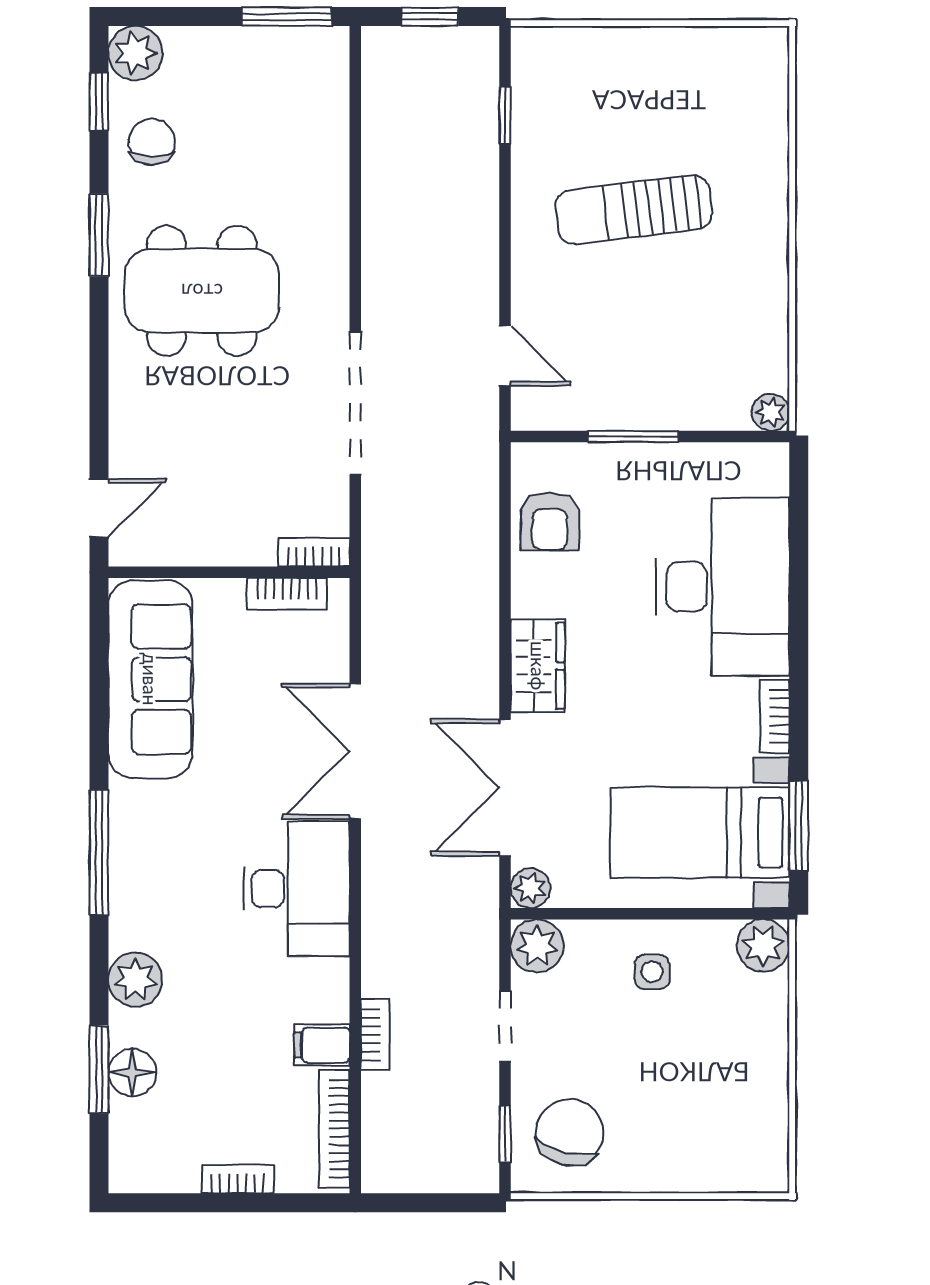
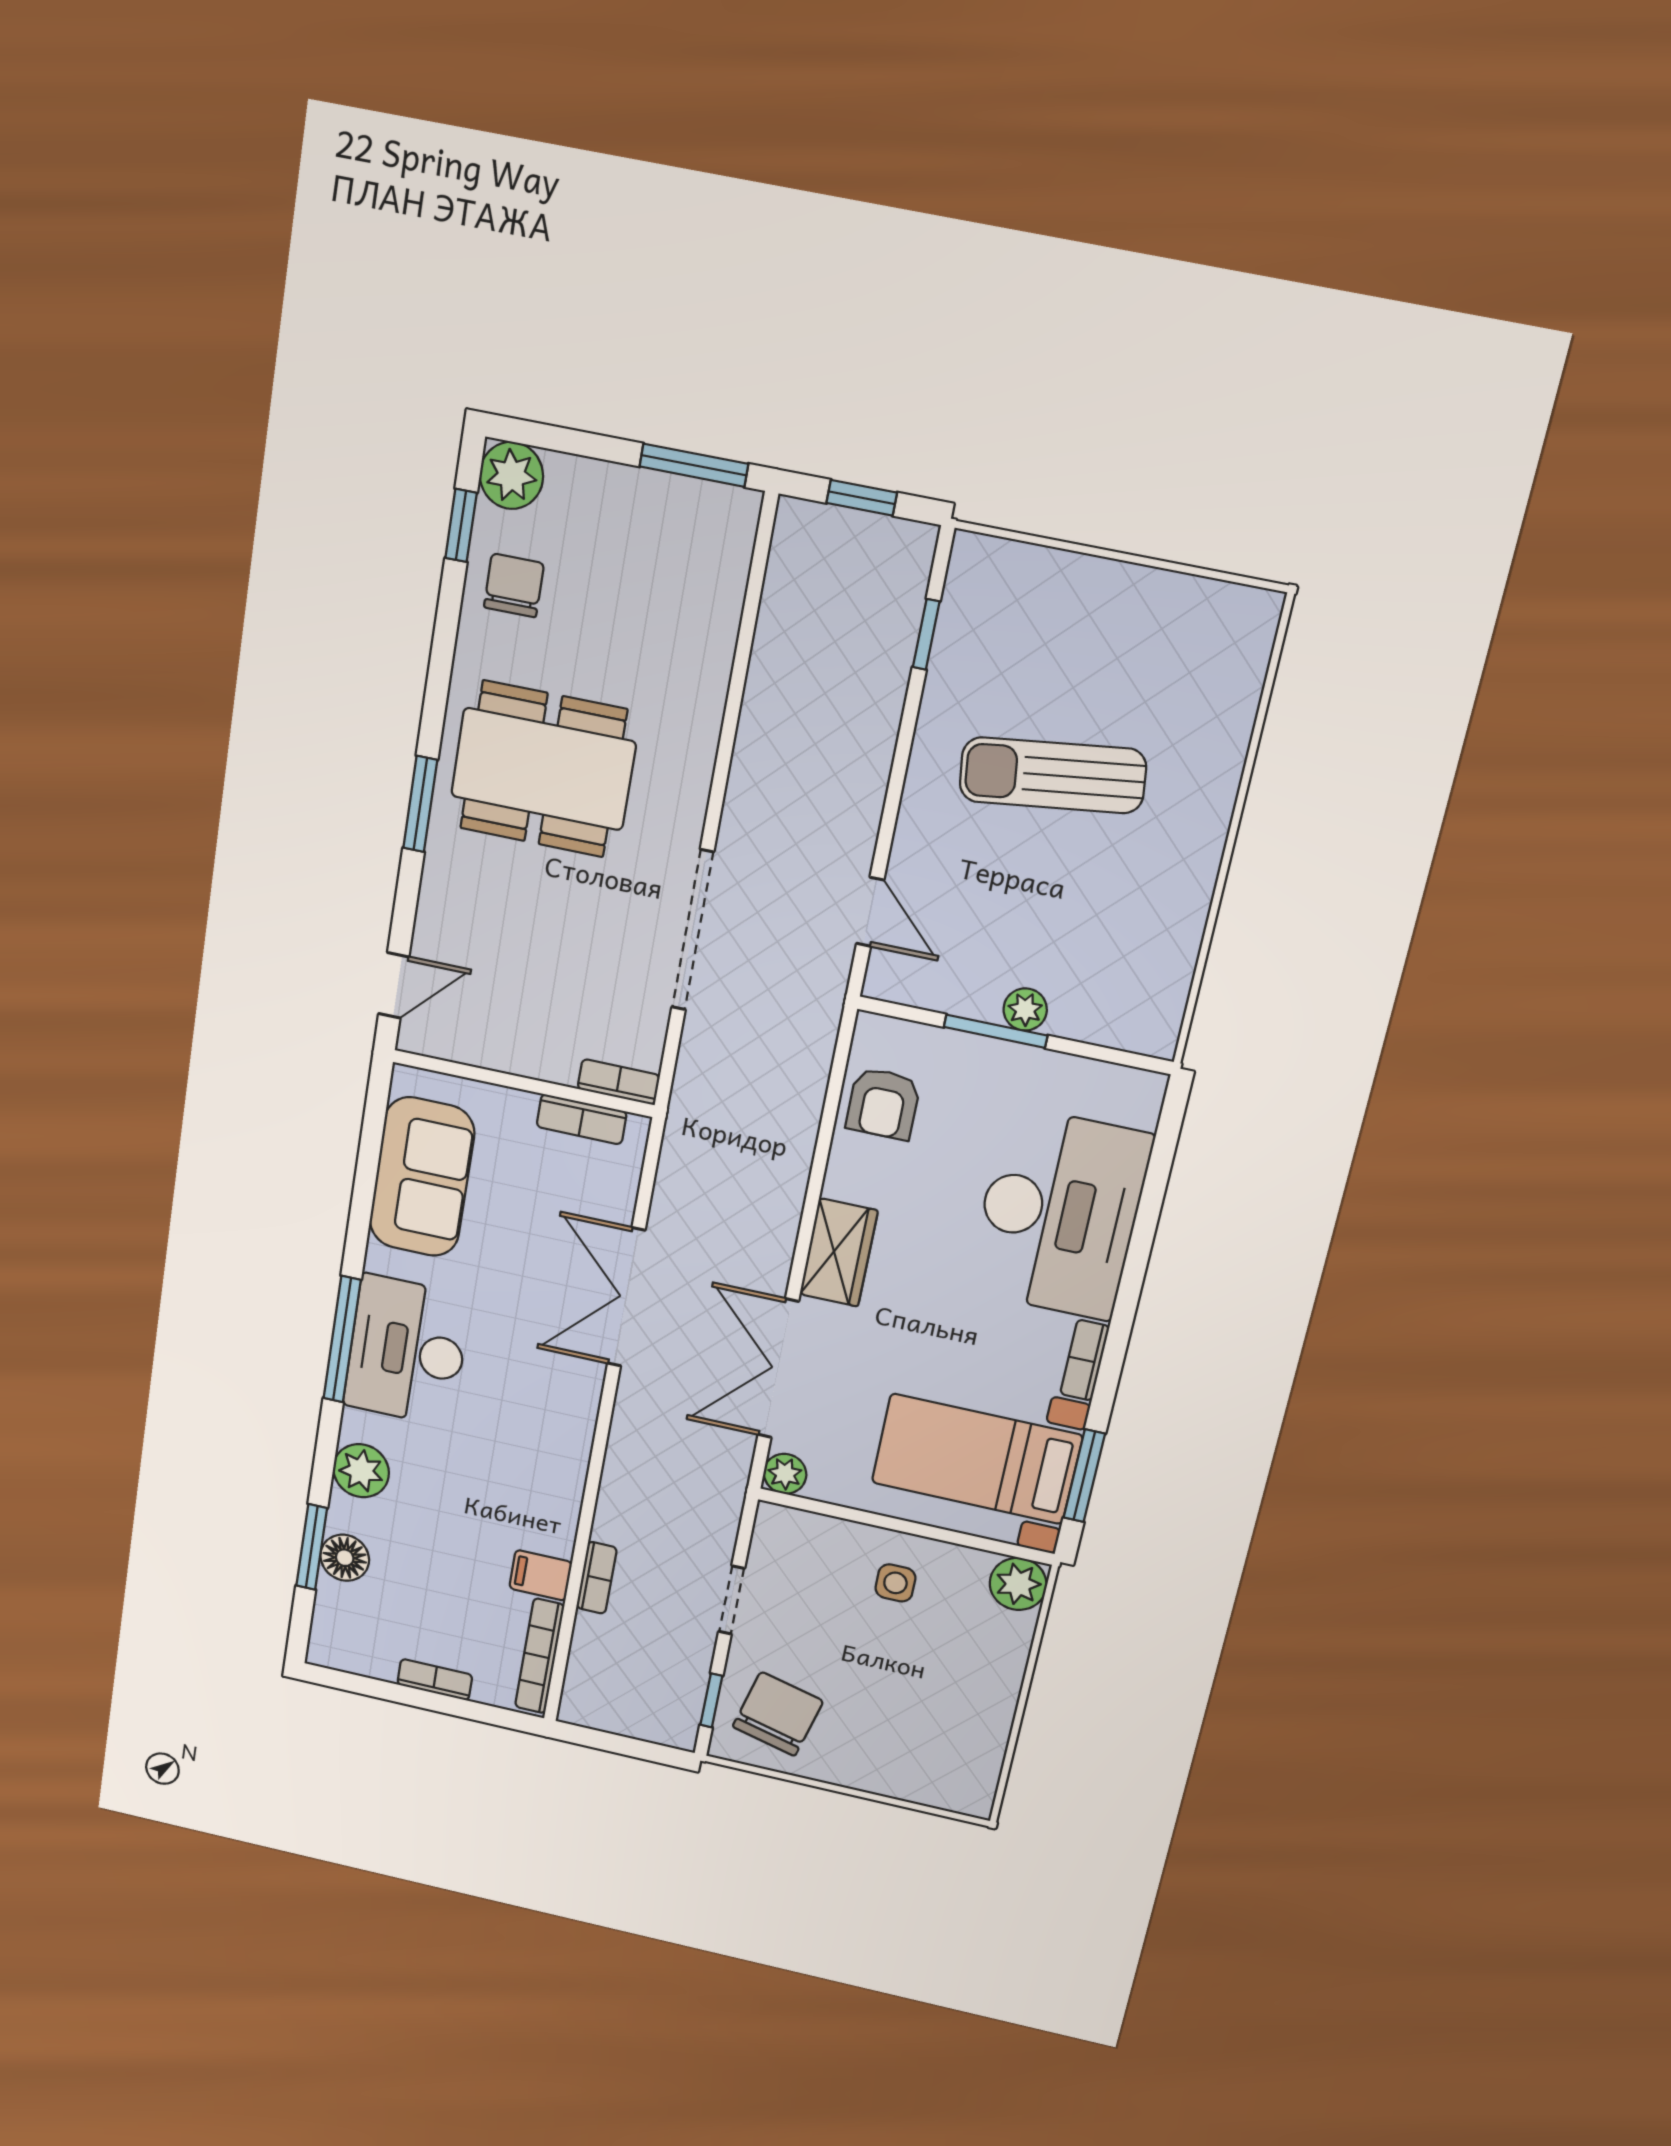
window: (99, 235) -> (420, 804), moved
plant: (771, 412) -> (1025, 1009), moved
sofa: (150, 679) -> (422, 1177), width x0.73
desk: (297, 889) -> (407, 1351), moved, turned 180
plant: (537, 946) -> (780, 1531), removed

